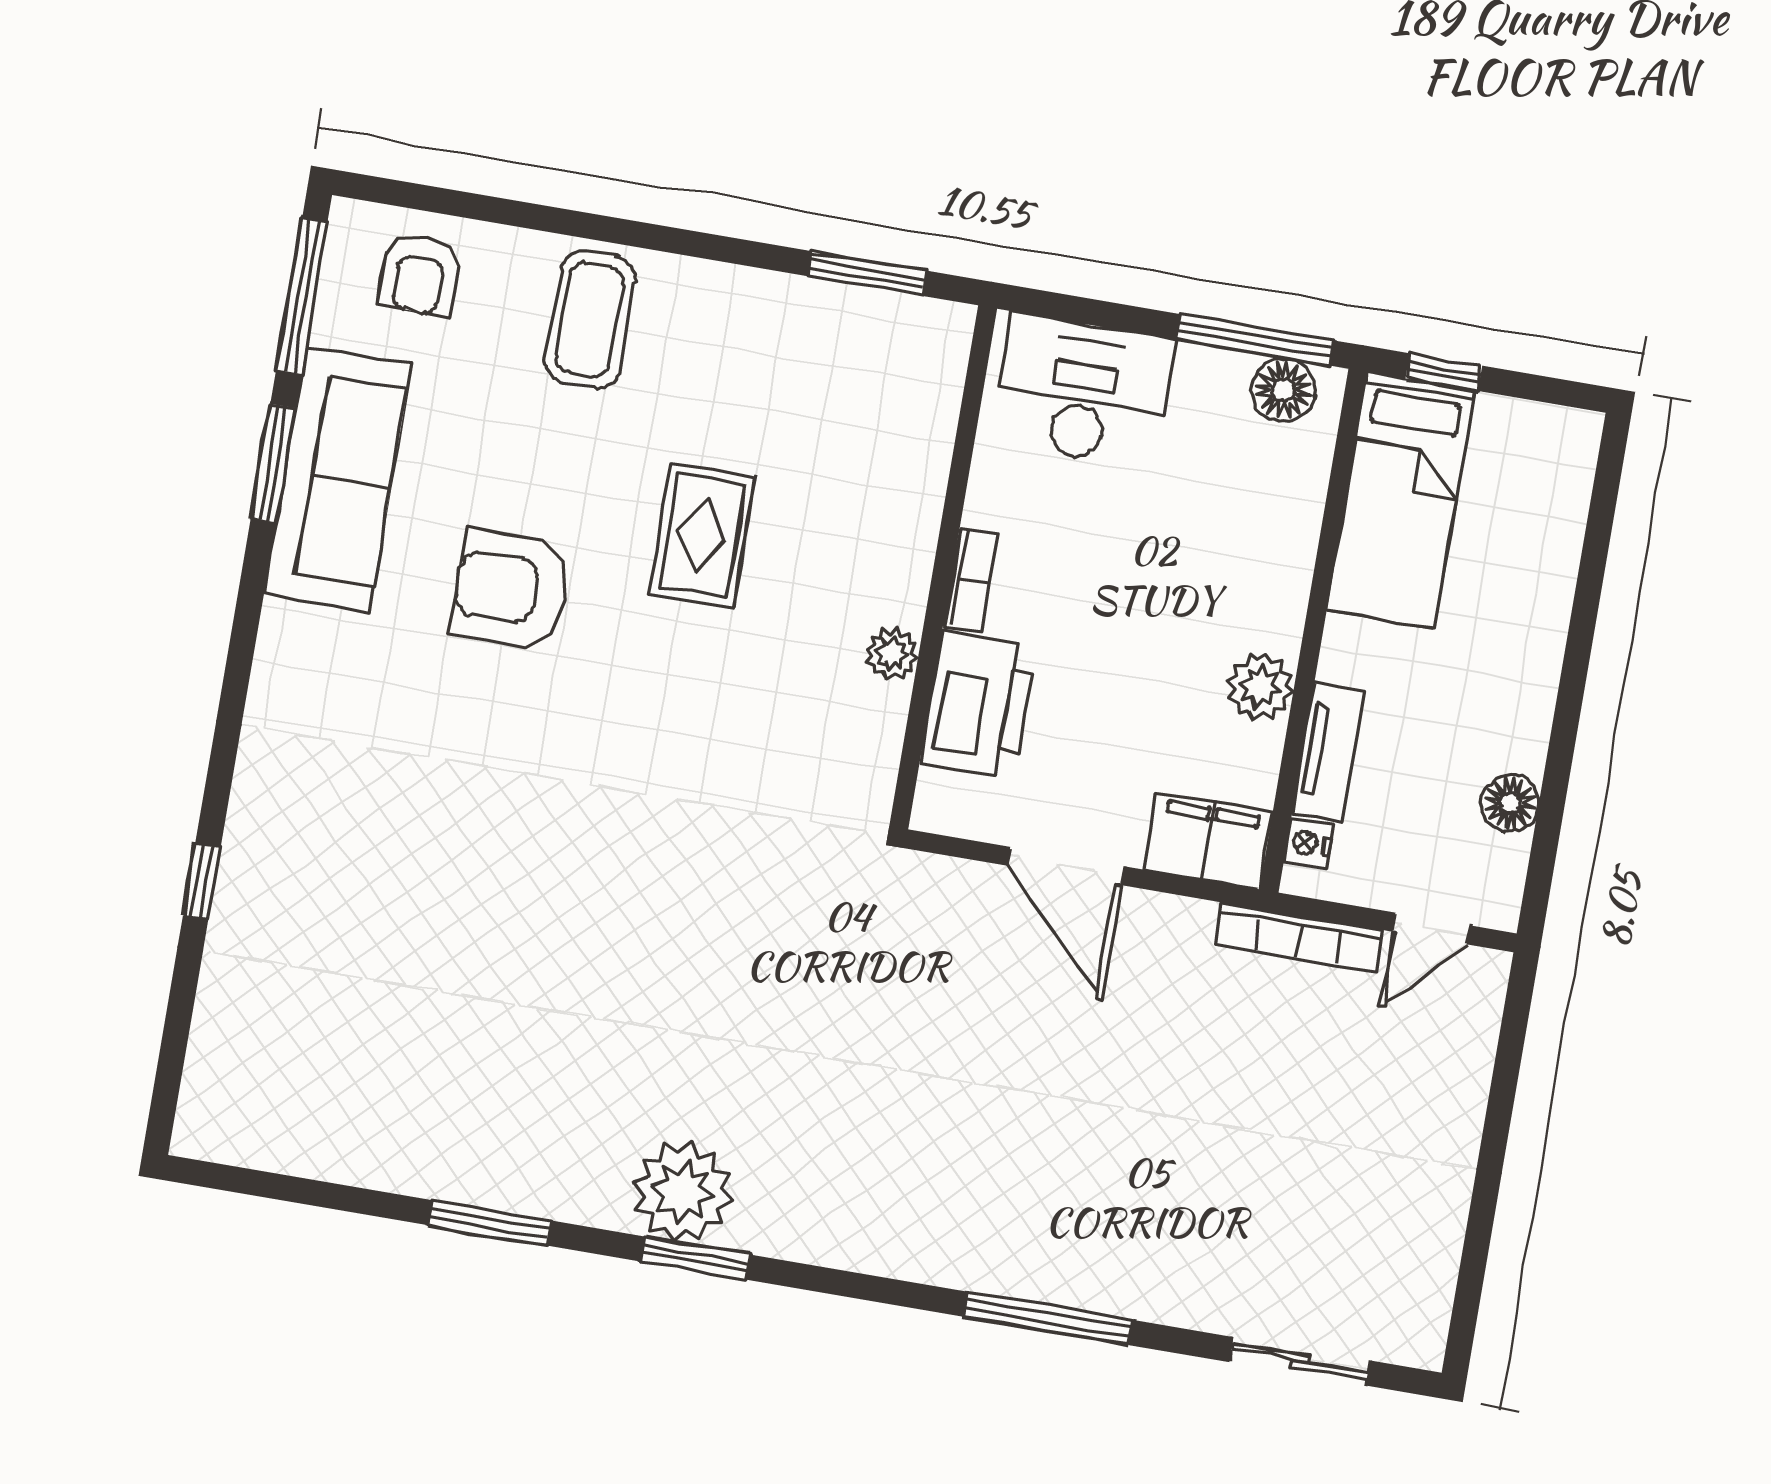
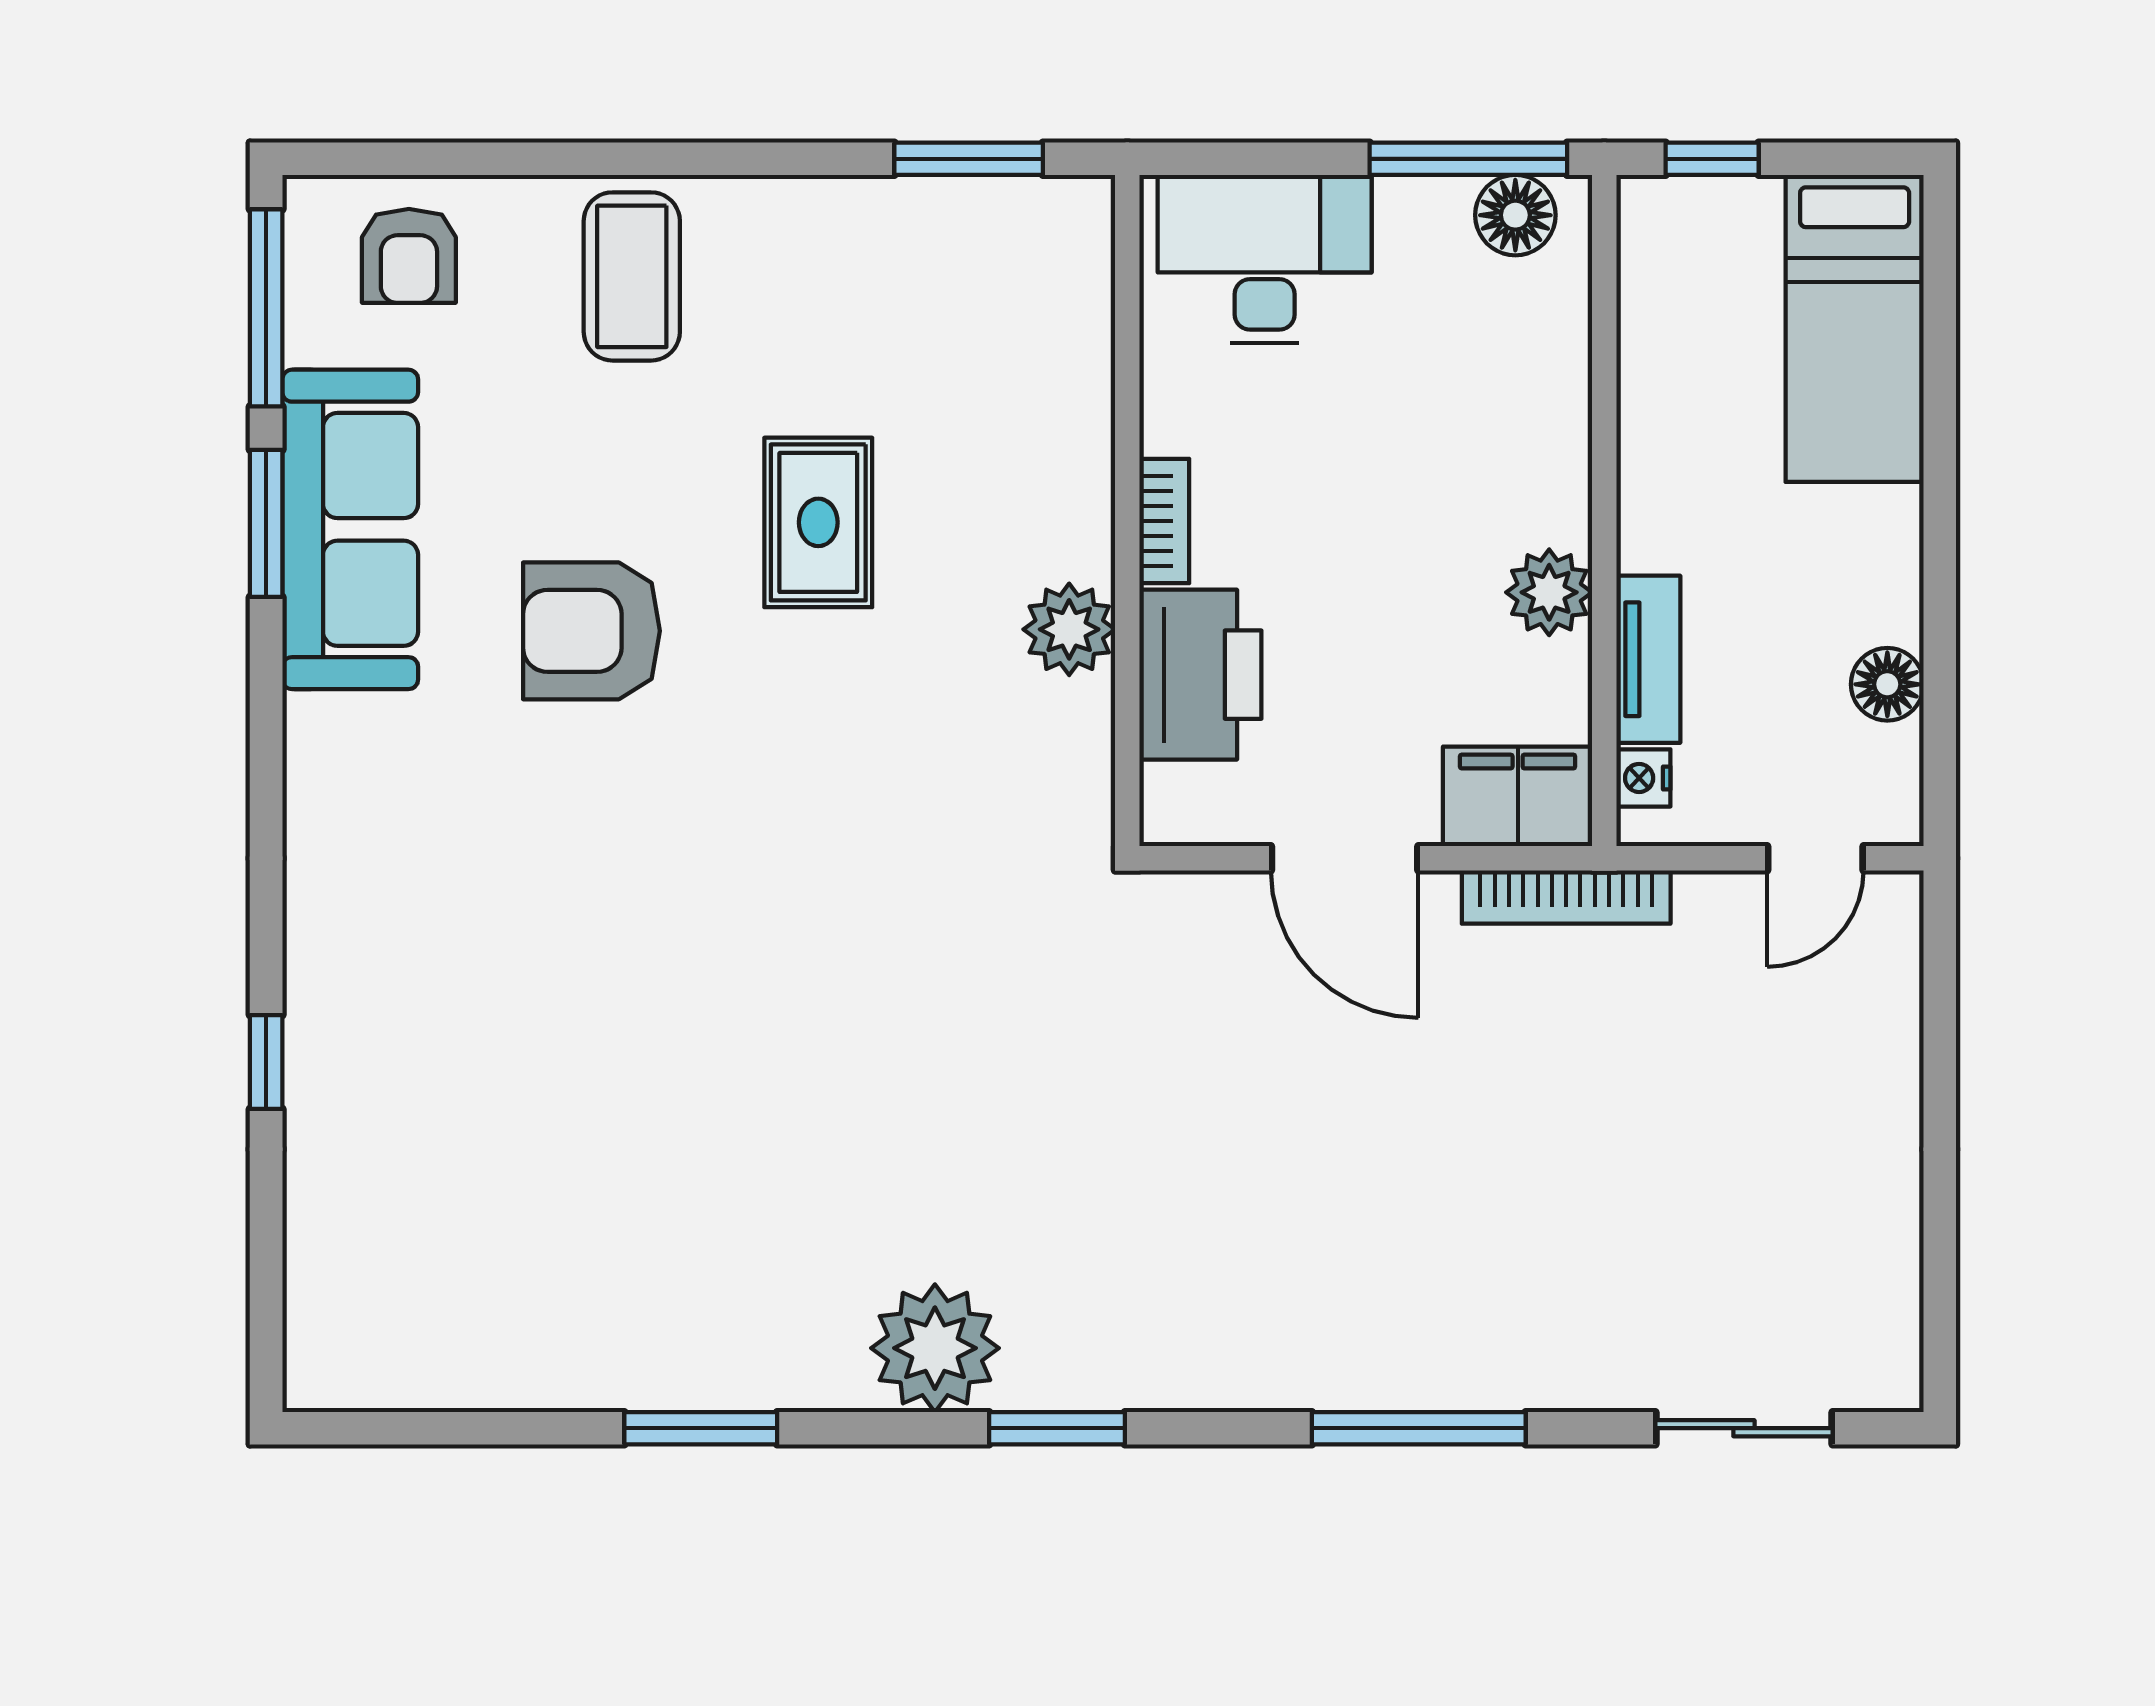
bed: (1401, 500) -> (1855, 328), moved
plant: (892, 654) -> (1069, 629), width x1.38, depth x1.38
bookcase: (1299, 937) -> (1566, 897), moved
window: (696, 1258) -> (1057, 1428), moved

